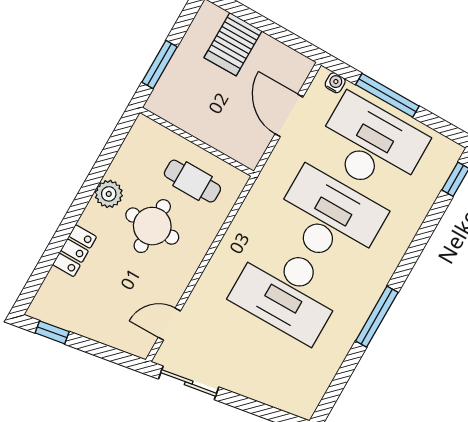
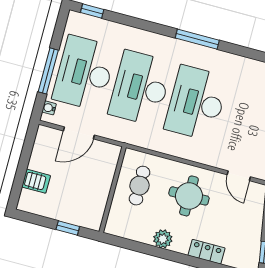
server rack: (233, 44) -> (36, 181), width x0.73, depth x0.70
window: (159, 65) -> (68, 228), width x0.67
round table: (152, 226) -> (189, 196), moved
desk: (287, 292) -> (196, 103), turned 180

